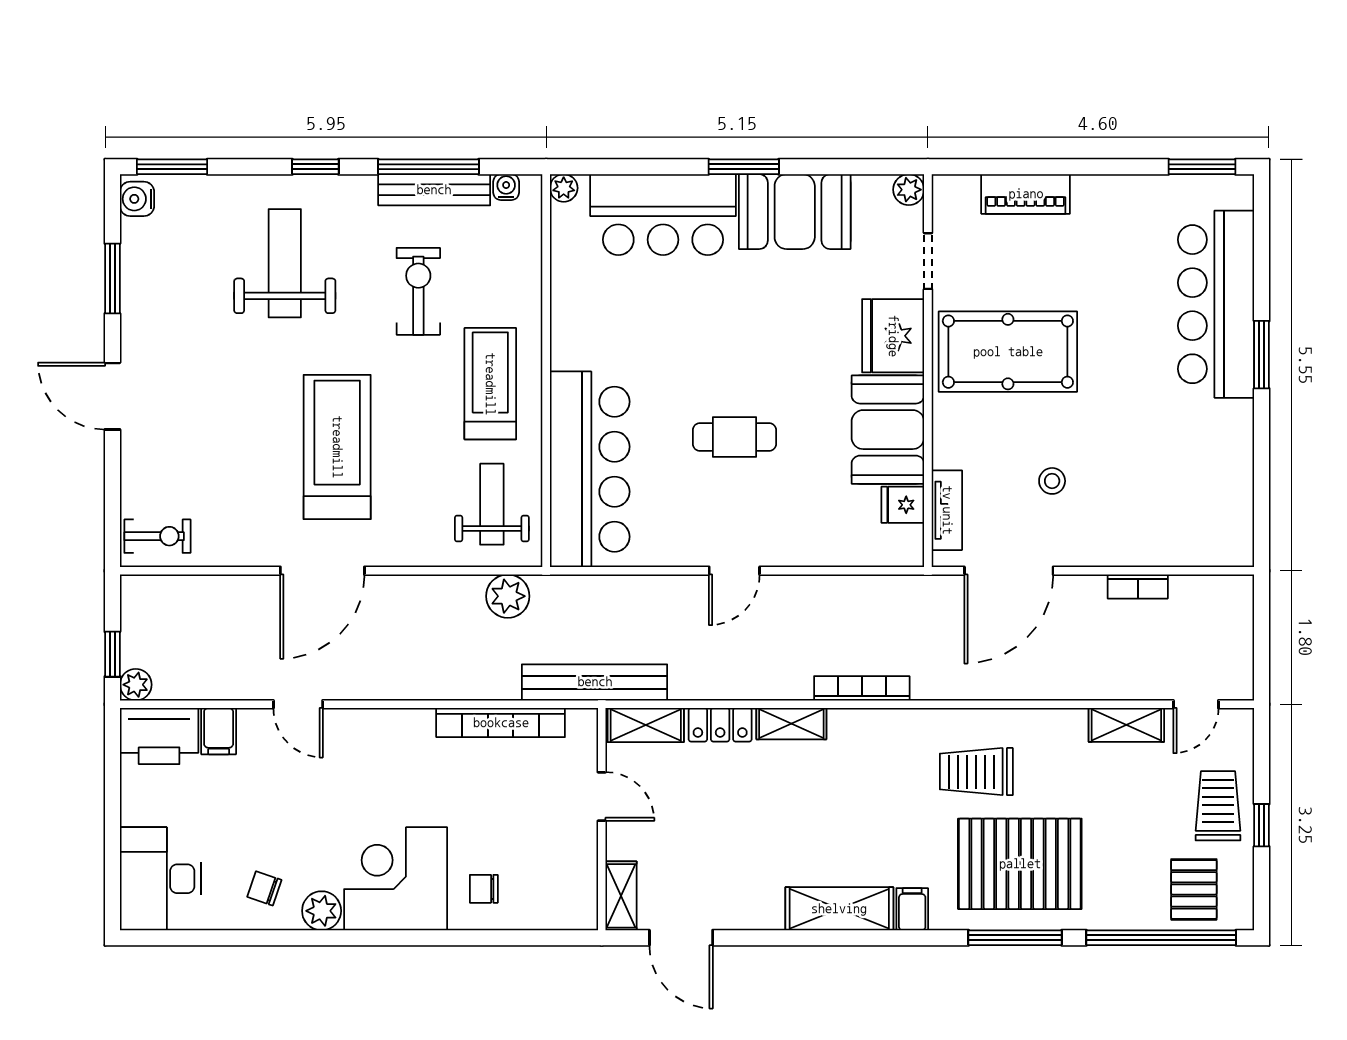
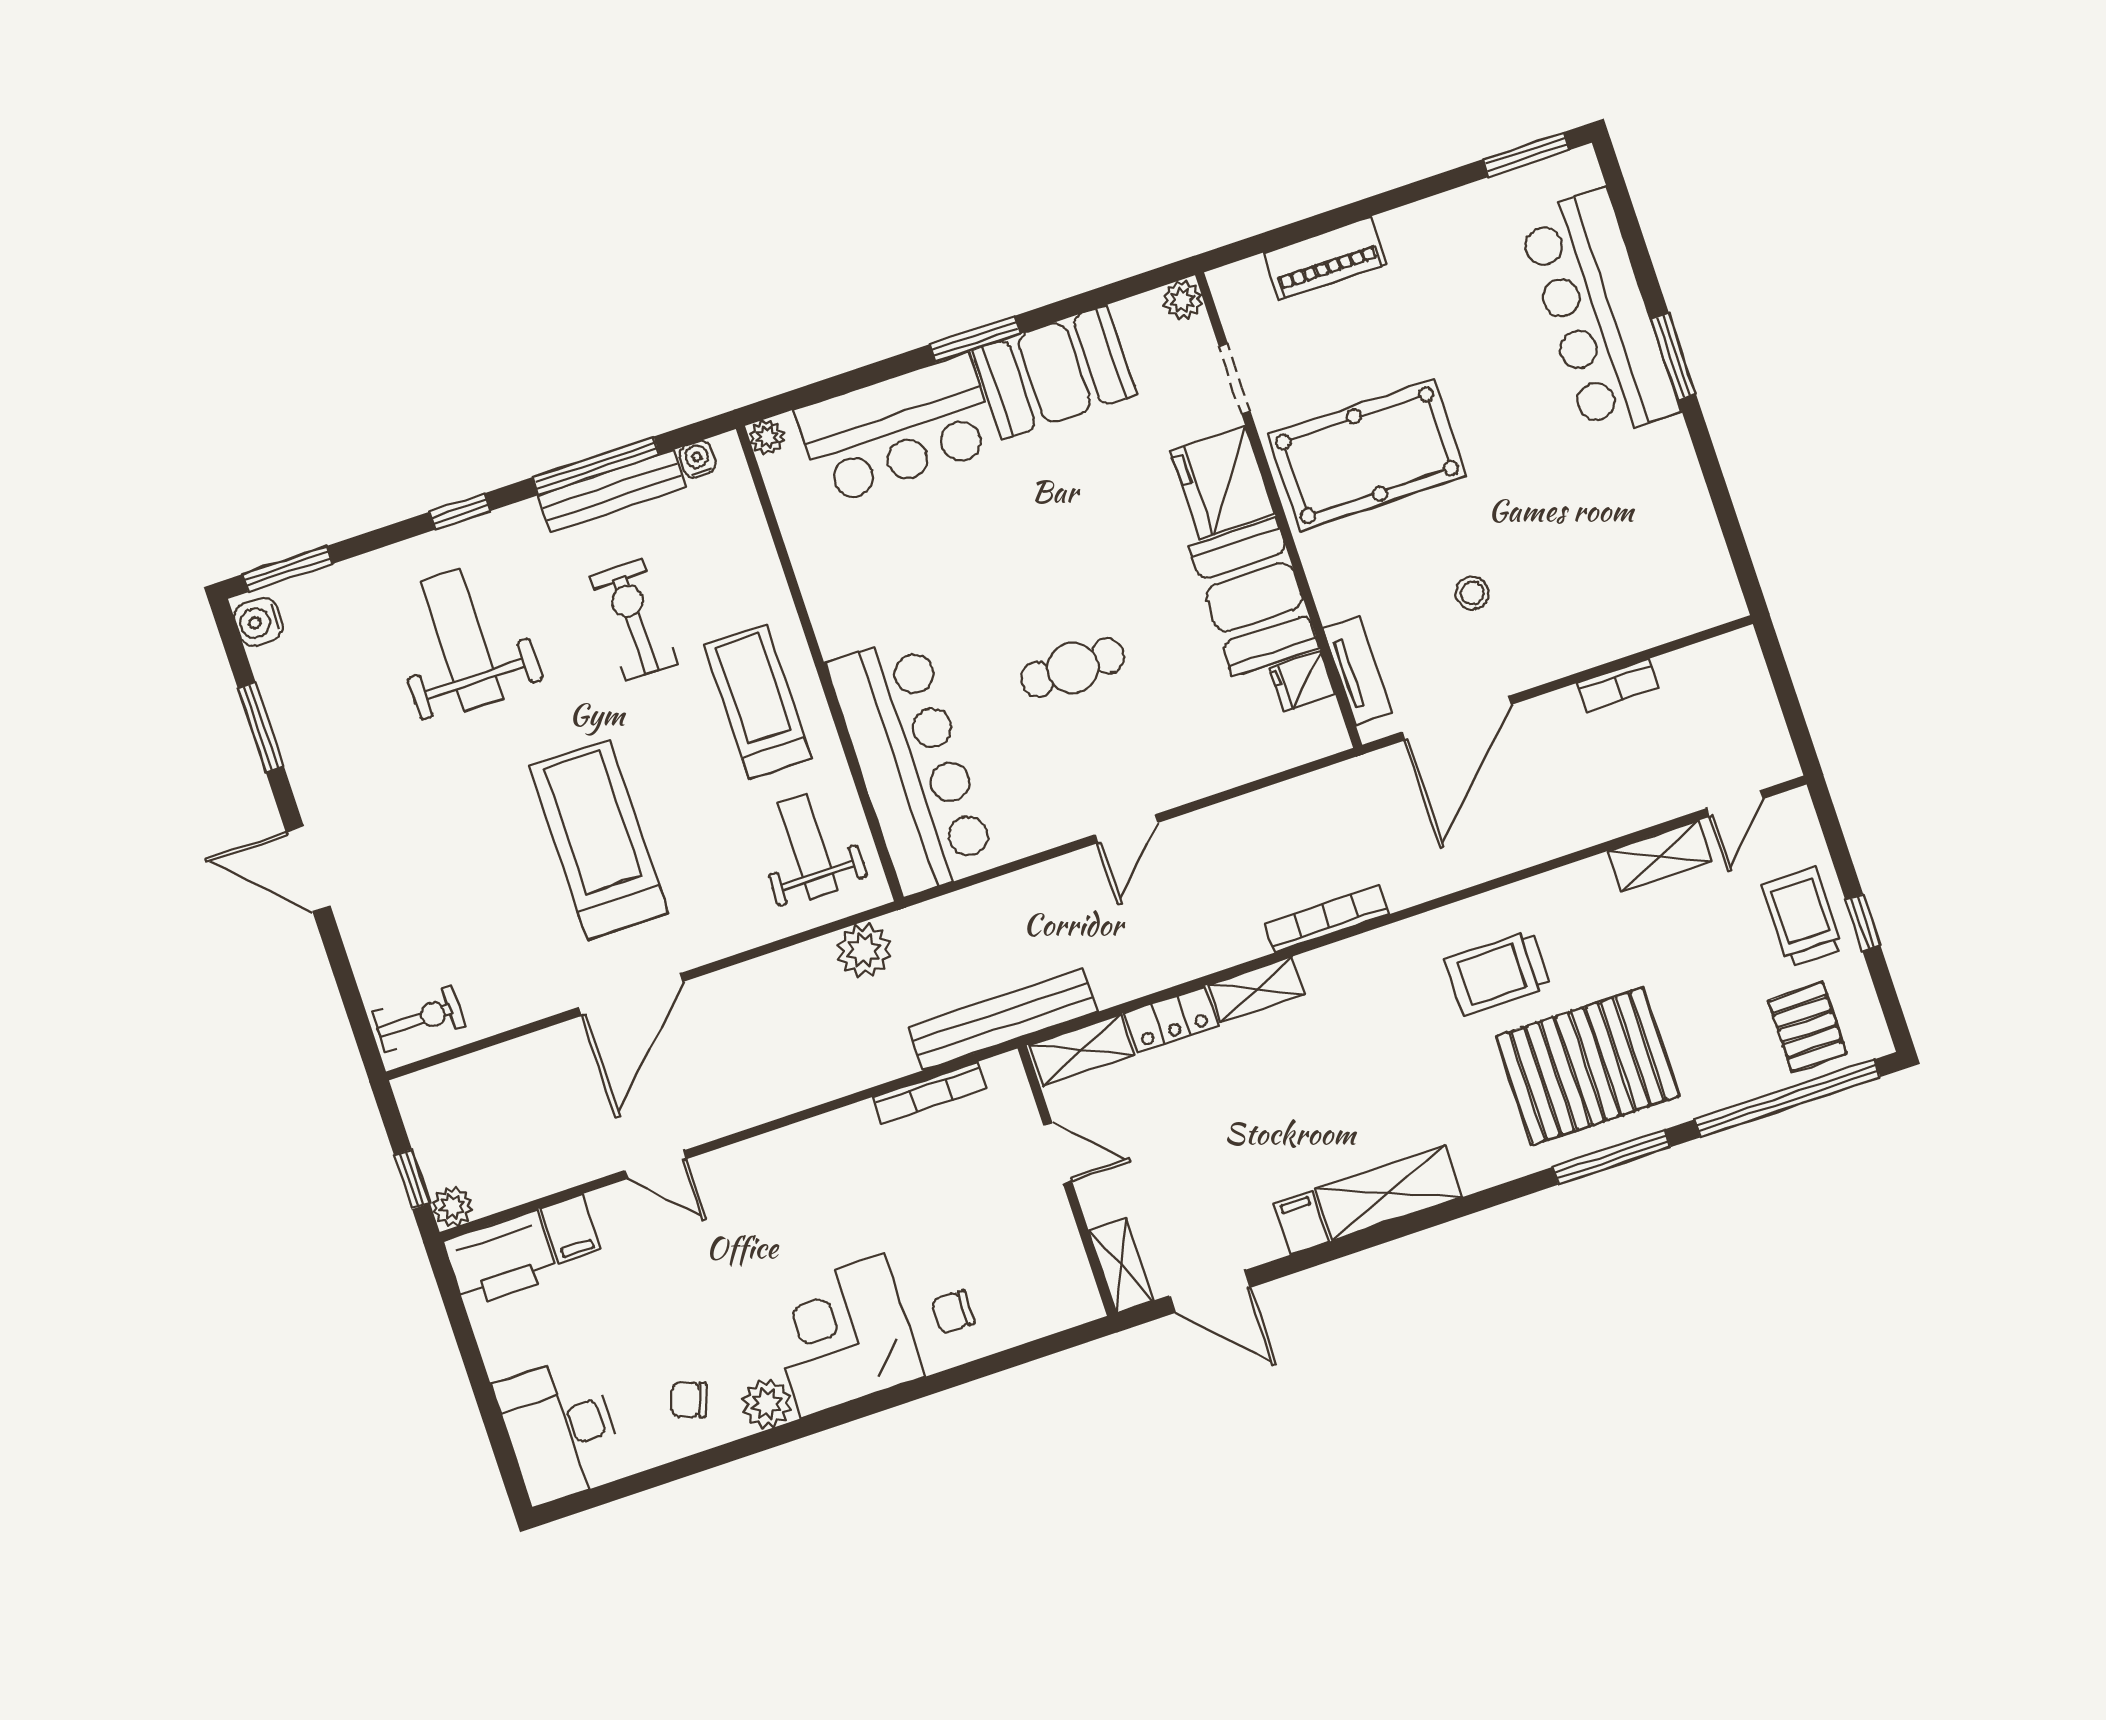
bookcase: (501, 723) -> (930, 1093), width x0.68, depth x0.76
filing cabinet: (912, 909) -> (1301, 1223), moved

